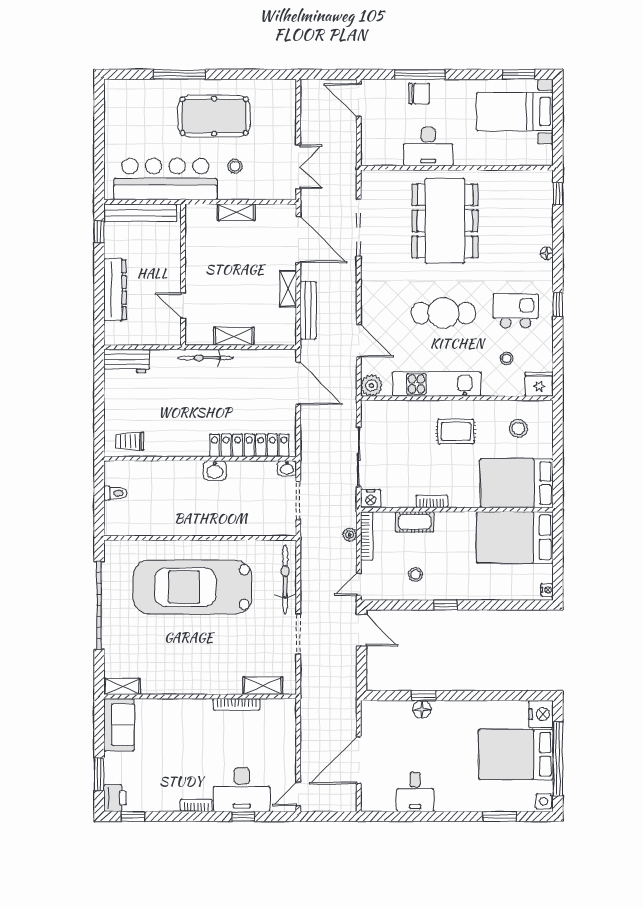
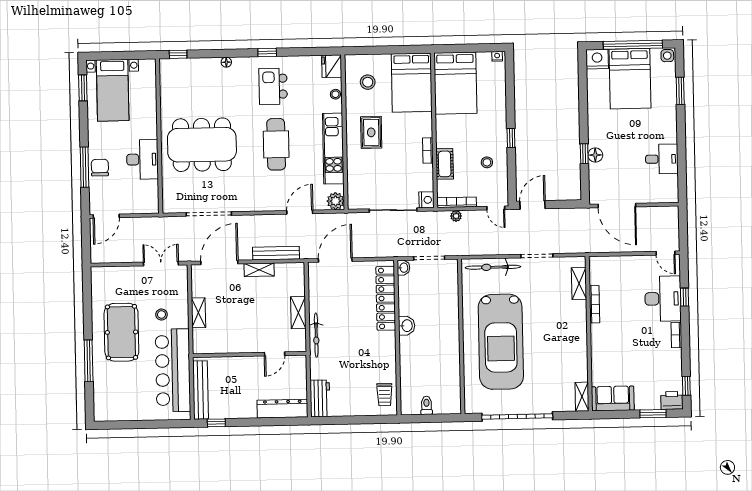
dresser: (115, 290) -> (282, 409), moved
stool: (507, 358) -> (335, 94), moved
door: (359, 760) -> (617, 205), moved

